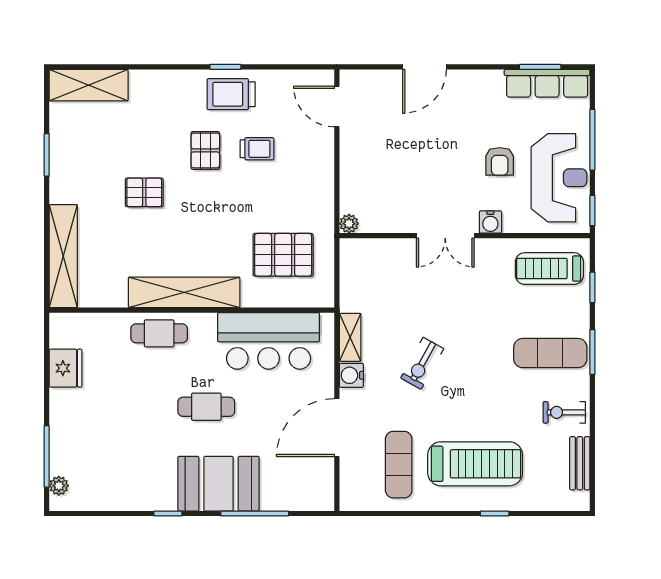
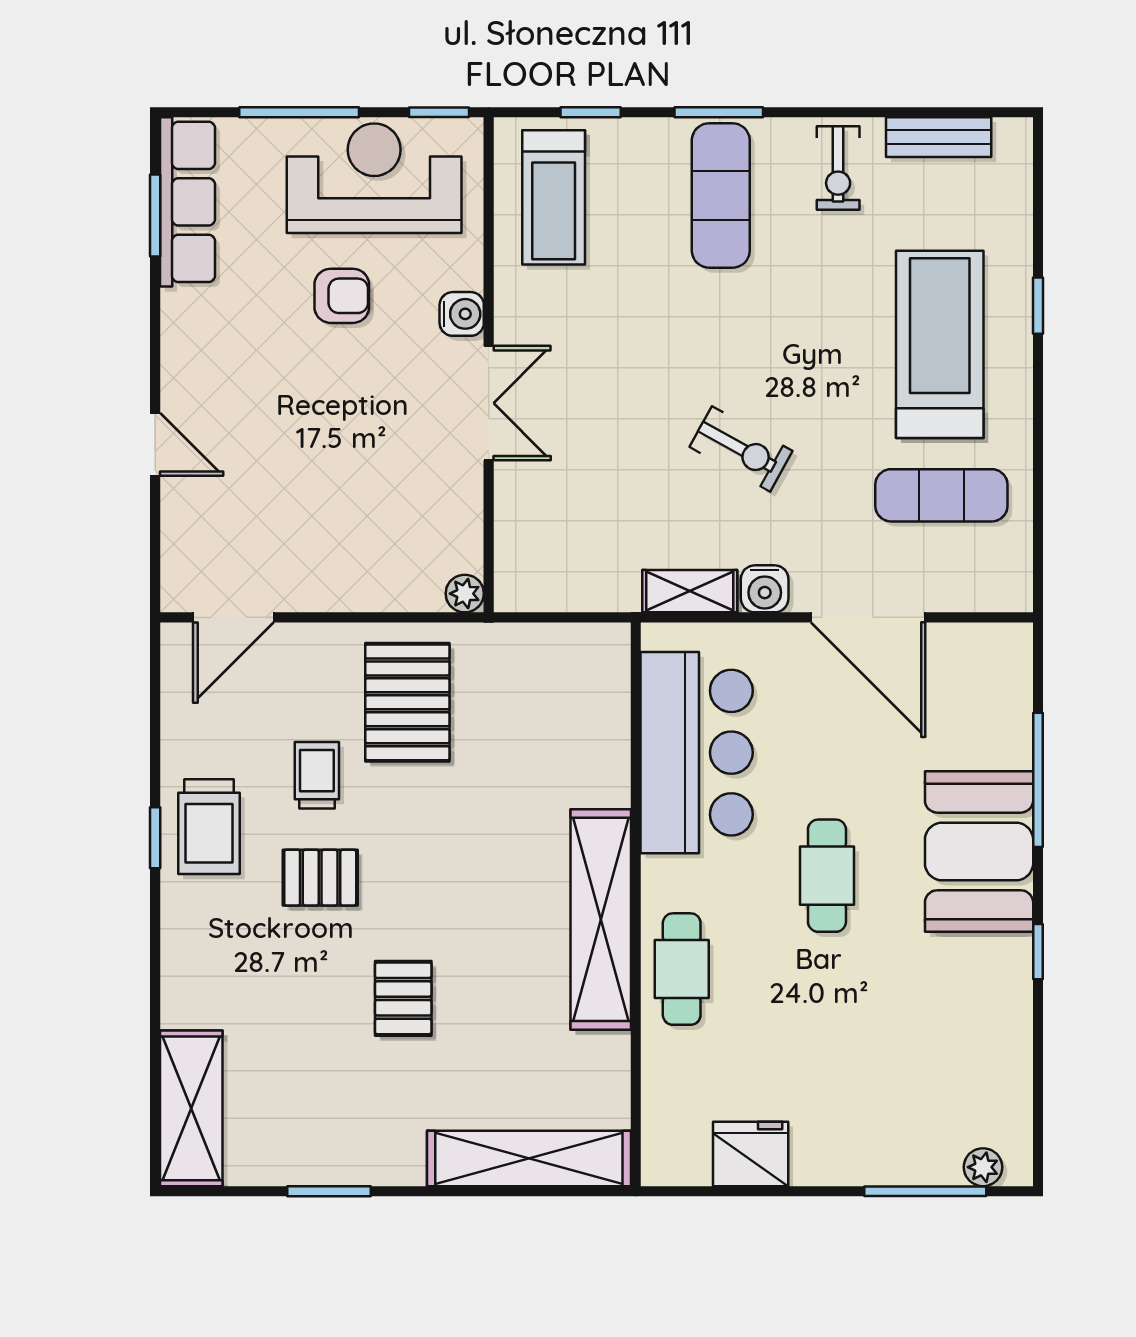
door: (424, 67) -> (155, 444), width x0.73
pallet: (283, 255) -> (407, 702), moved

